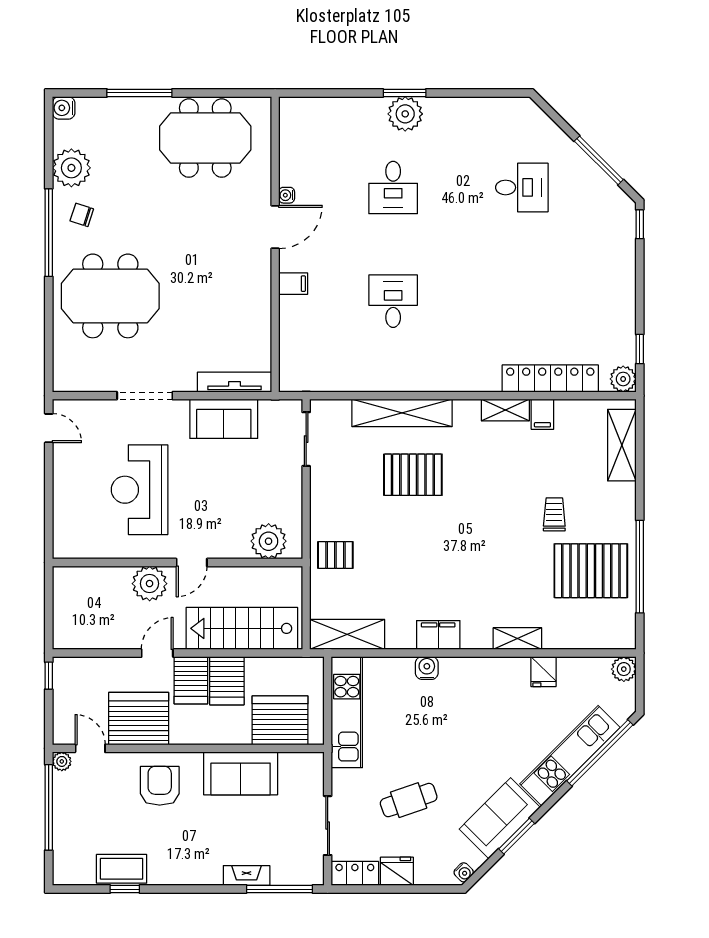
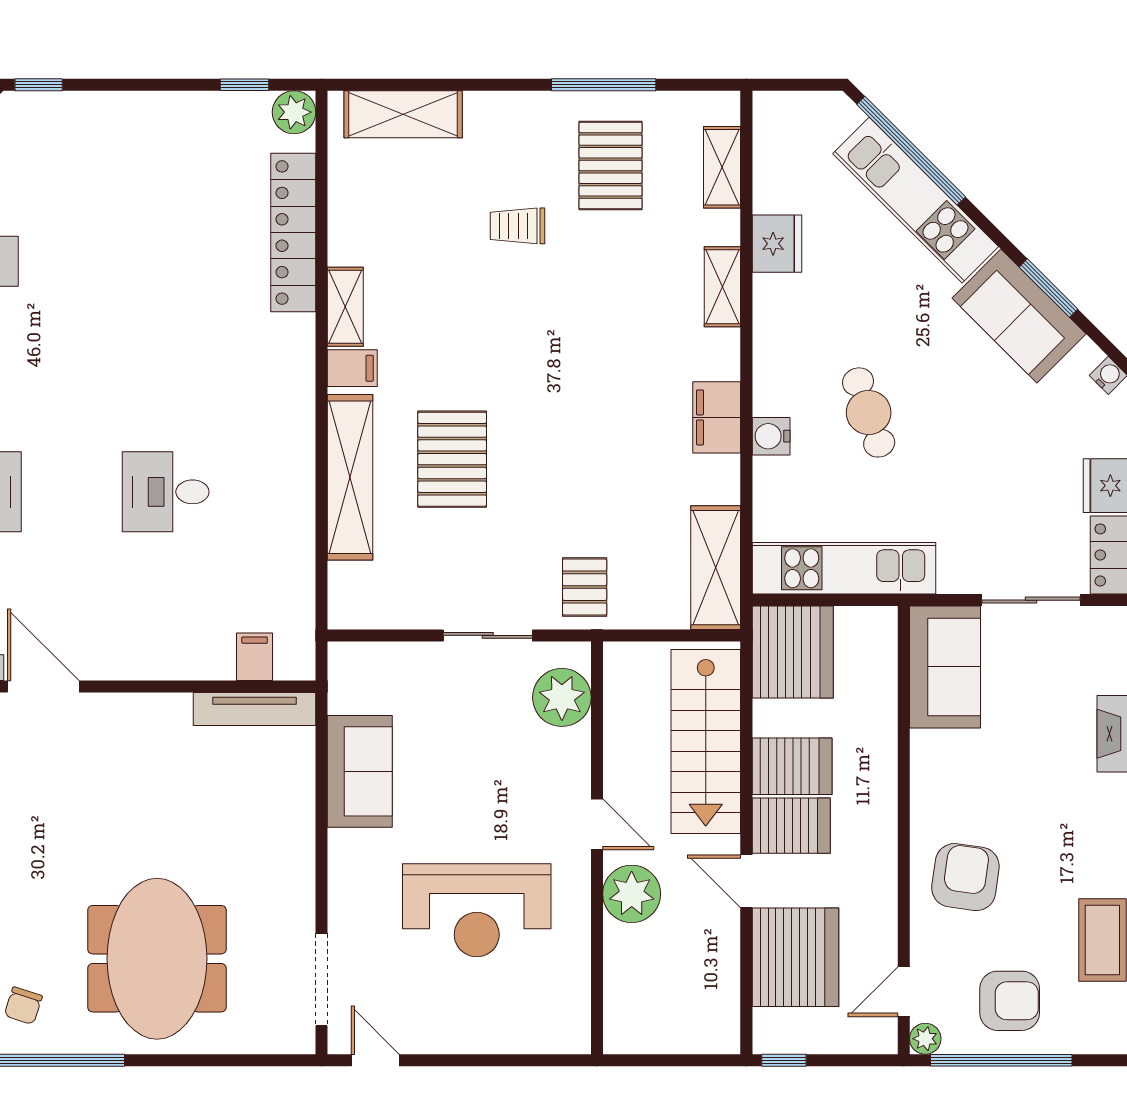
filing cabinet: (293, 284) -> (255, 657), moved
tv unit: (235, 382) -> (255, 709), moved, turned -90
doorway: (145, 396) -> (322, 980), moved
filing cabinet: (542, 414) -> (352, 368), moved
door: (49, 428) -> (375, 1060), hinge flipped
sliding door: (306, 439) -> (488, 635), moved
window: (640, 567) -> (604, 85), width x0.68
pallet: (591, 571) -> (610, 165), width x0.73, depth x0.71
shelving: (590, 638) -> (722, 167), added
plant: (624, 669) -> (773, 111), removed
fridge: (543, 672) -> (777, 244), width x1.38
server rack: (139, 719) -> (795, 957), moved, turned 180
server rack: (280, 720) -> (793, 652), moved, turned 180
sofa: (241, 773) -> (945, 667), moved
armchair: (160, 786) -> (965, 877), turned 98
cafe table: (409, 800) -> (869, 412), moved
armchair: (85, 813) -> (1010, 1001), added

